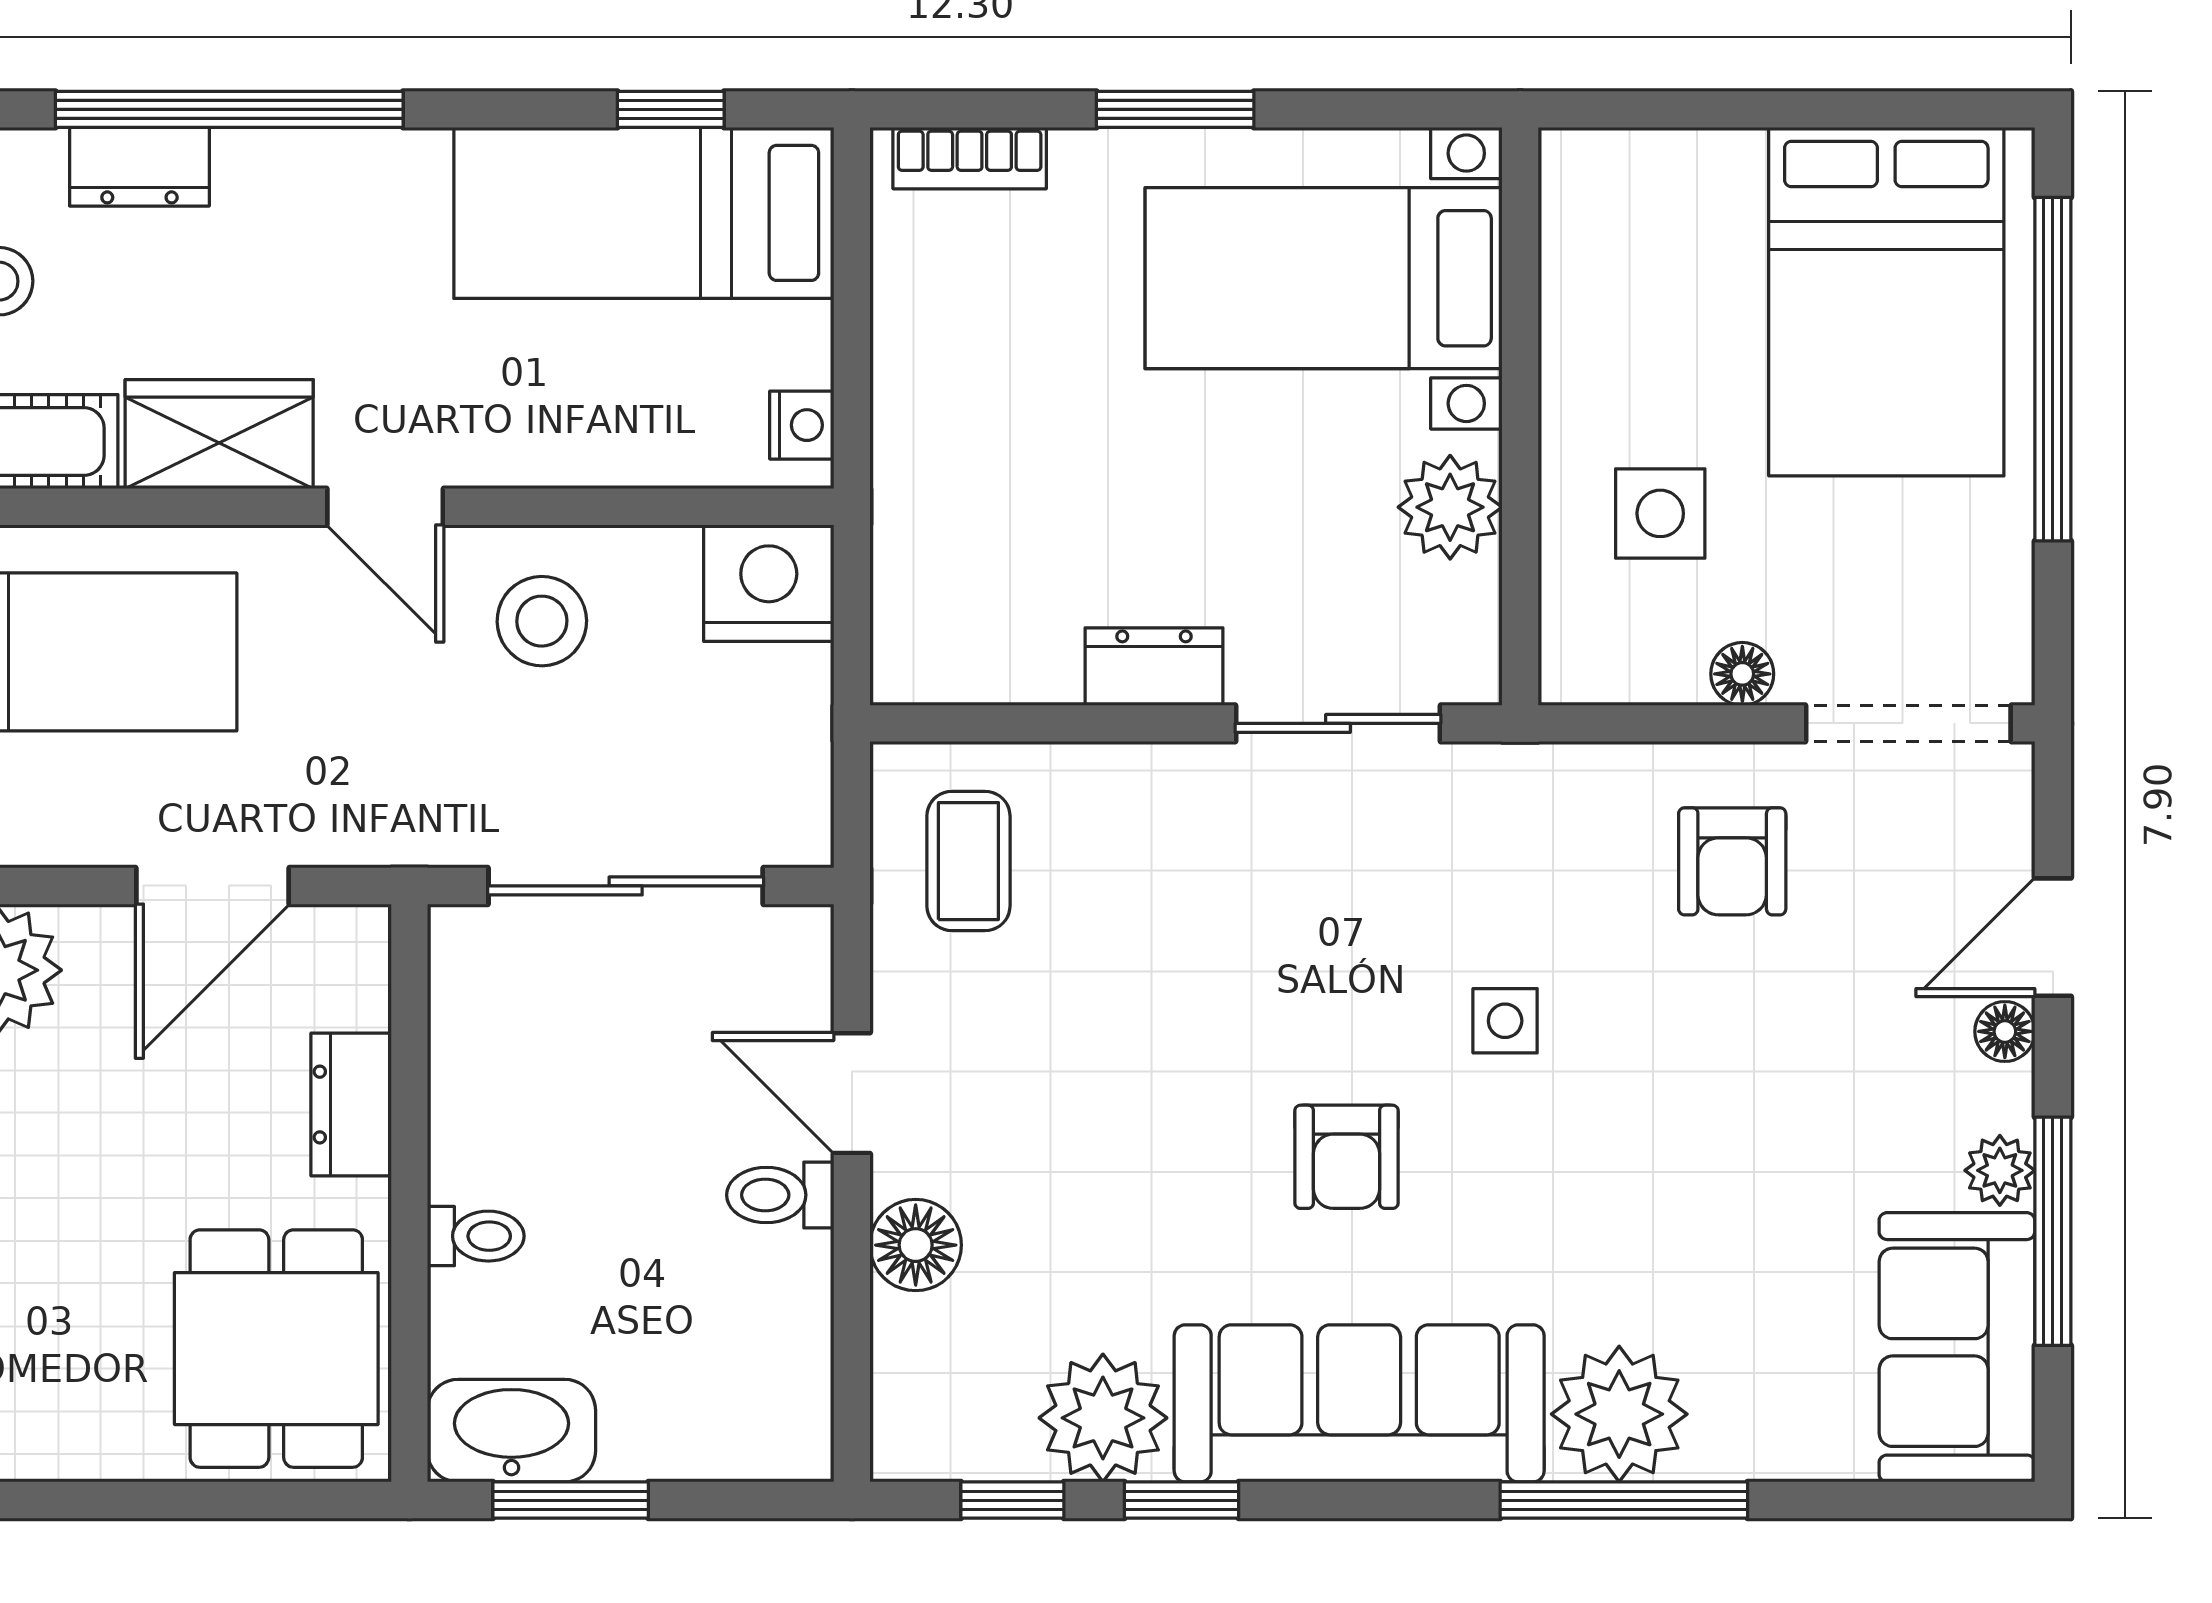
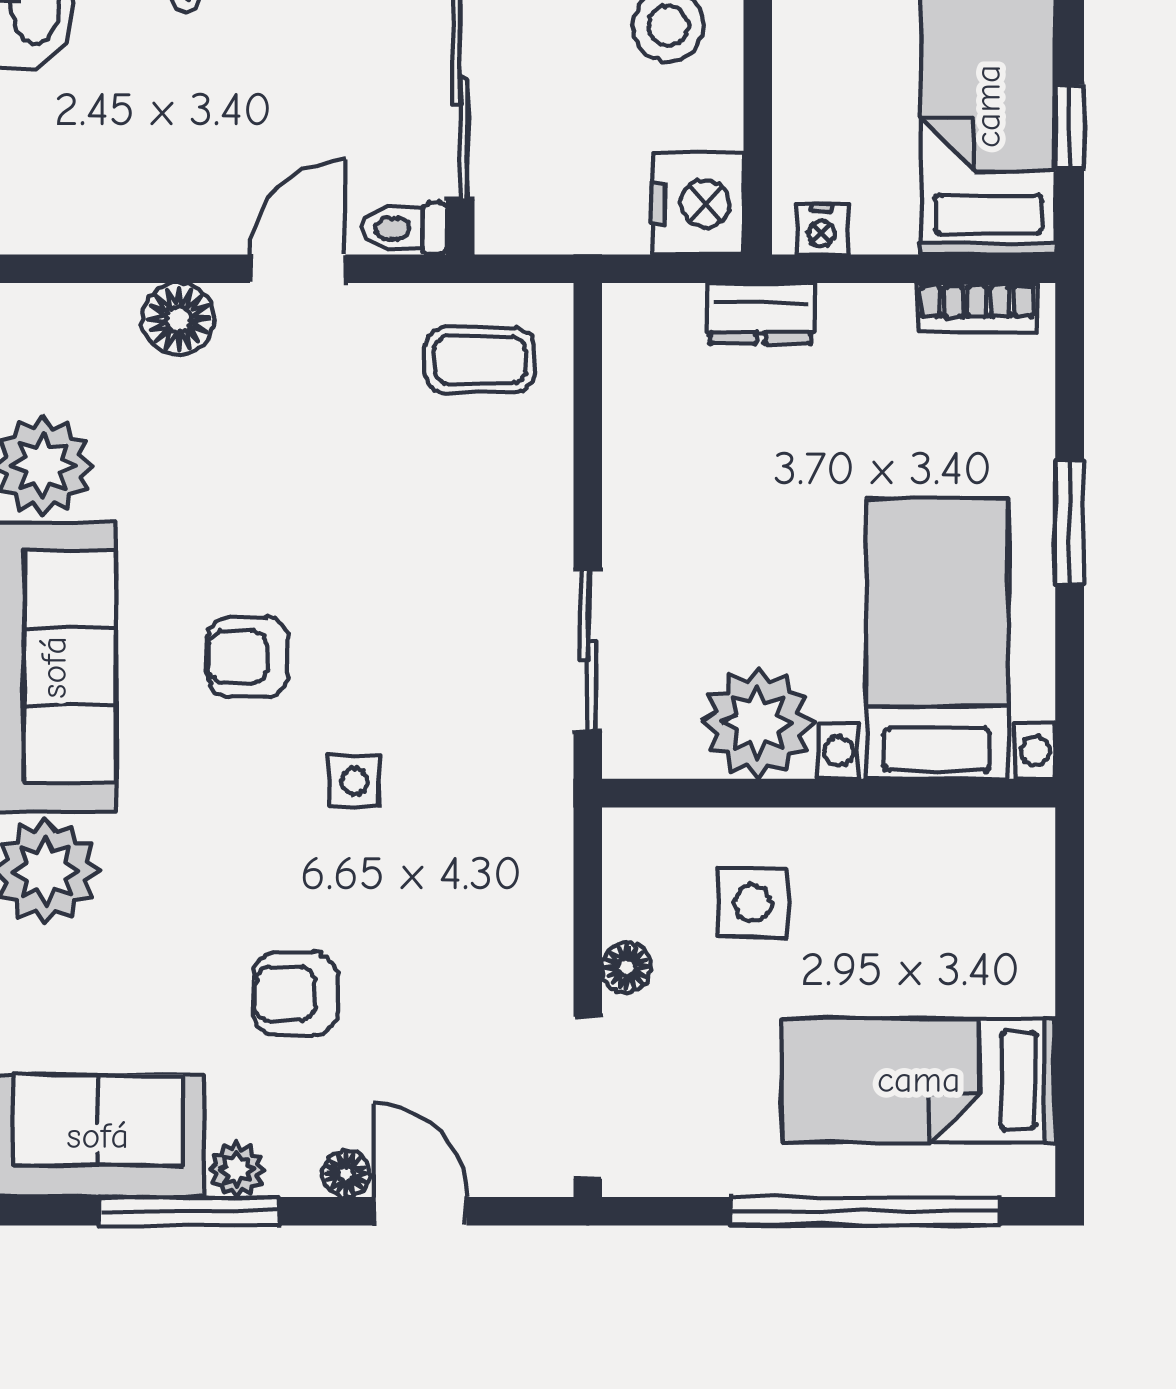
bookcase: (970, 158) -> (977, 307), moved, turned -90
bed: (1886, 302) -> (919, 1080), width x0.67
plant: (1450, 507) -> (757, 723), width x1.36, depth x1.36
dresser: (1154, 667) -> (760, 313), moved, turned 90
armchair: (1732, 861) -> (295, 994), moved
toilet: (780, 1195) -> (404, 229), moved, turned -90

